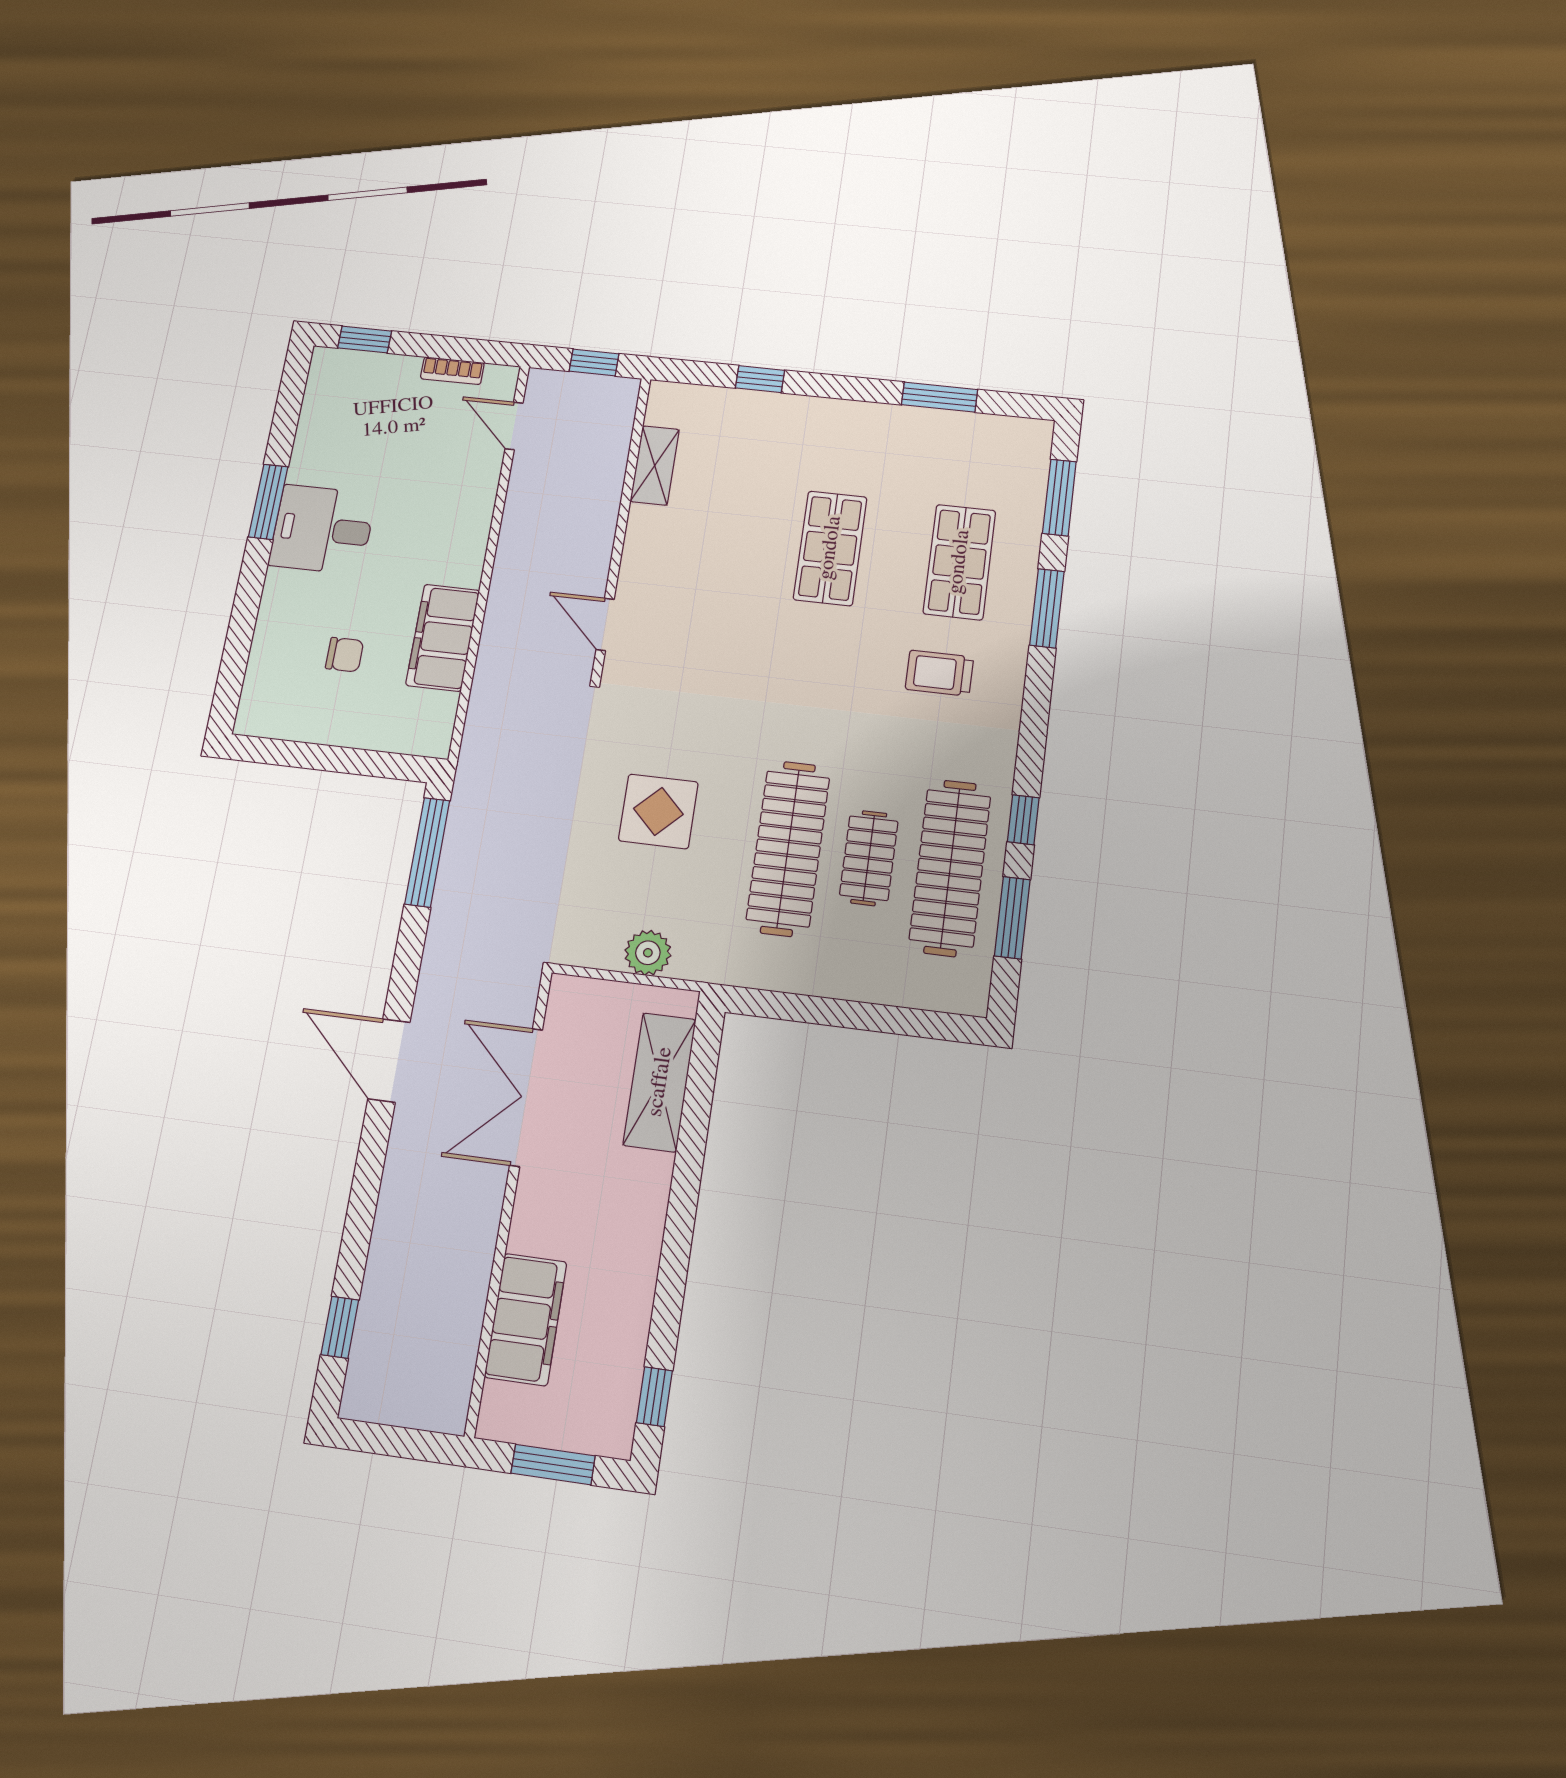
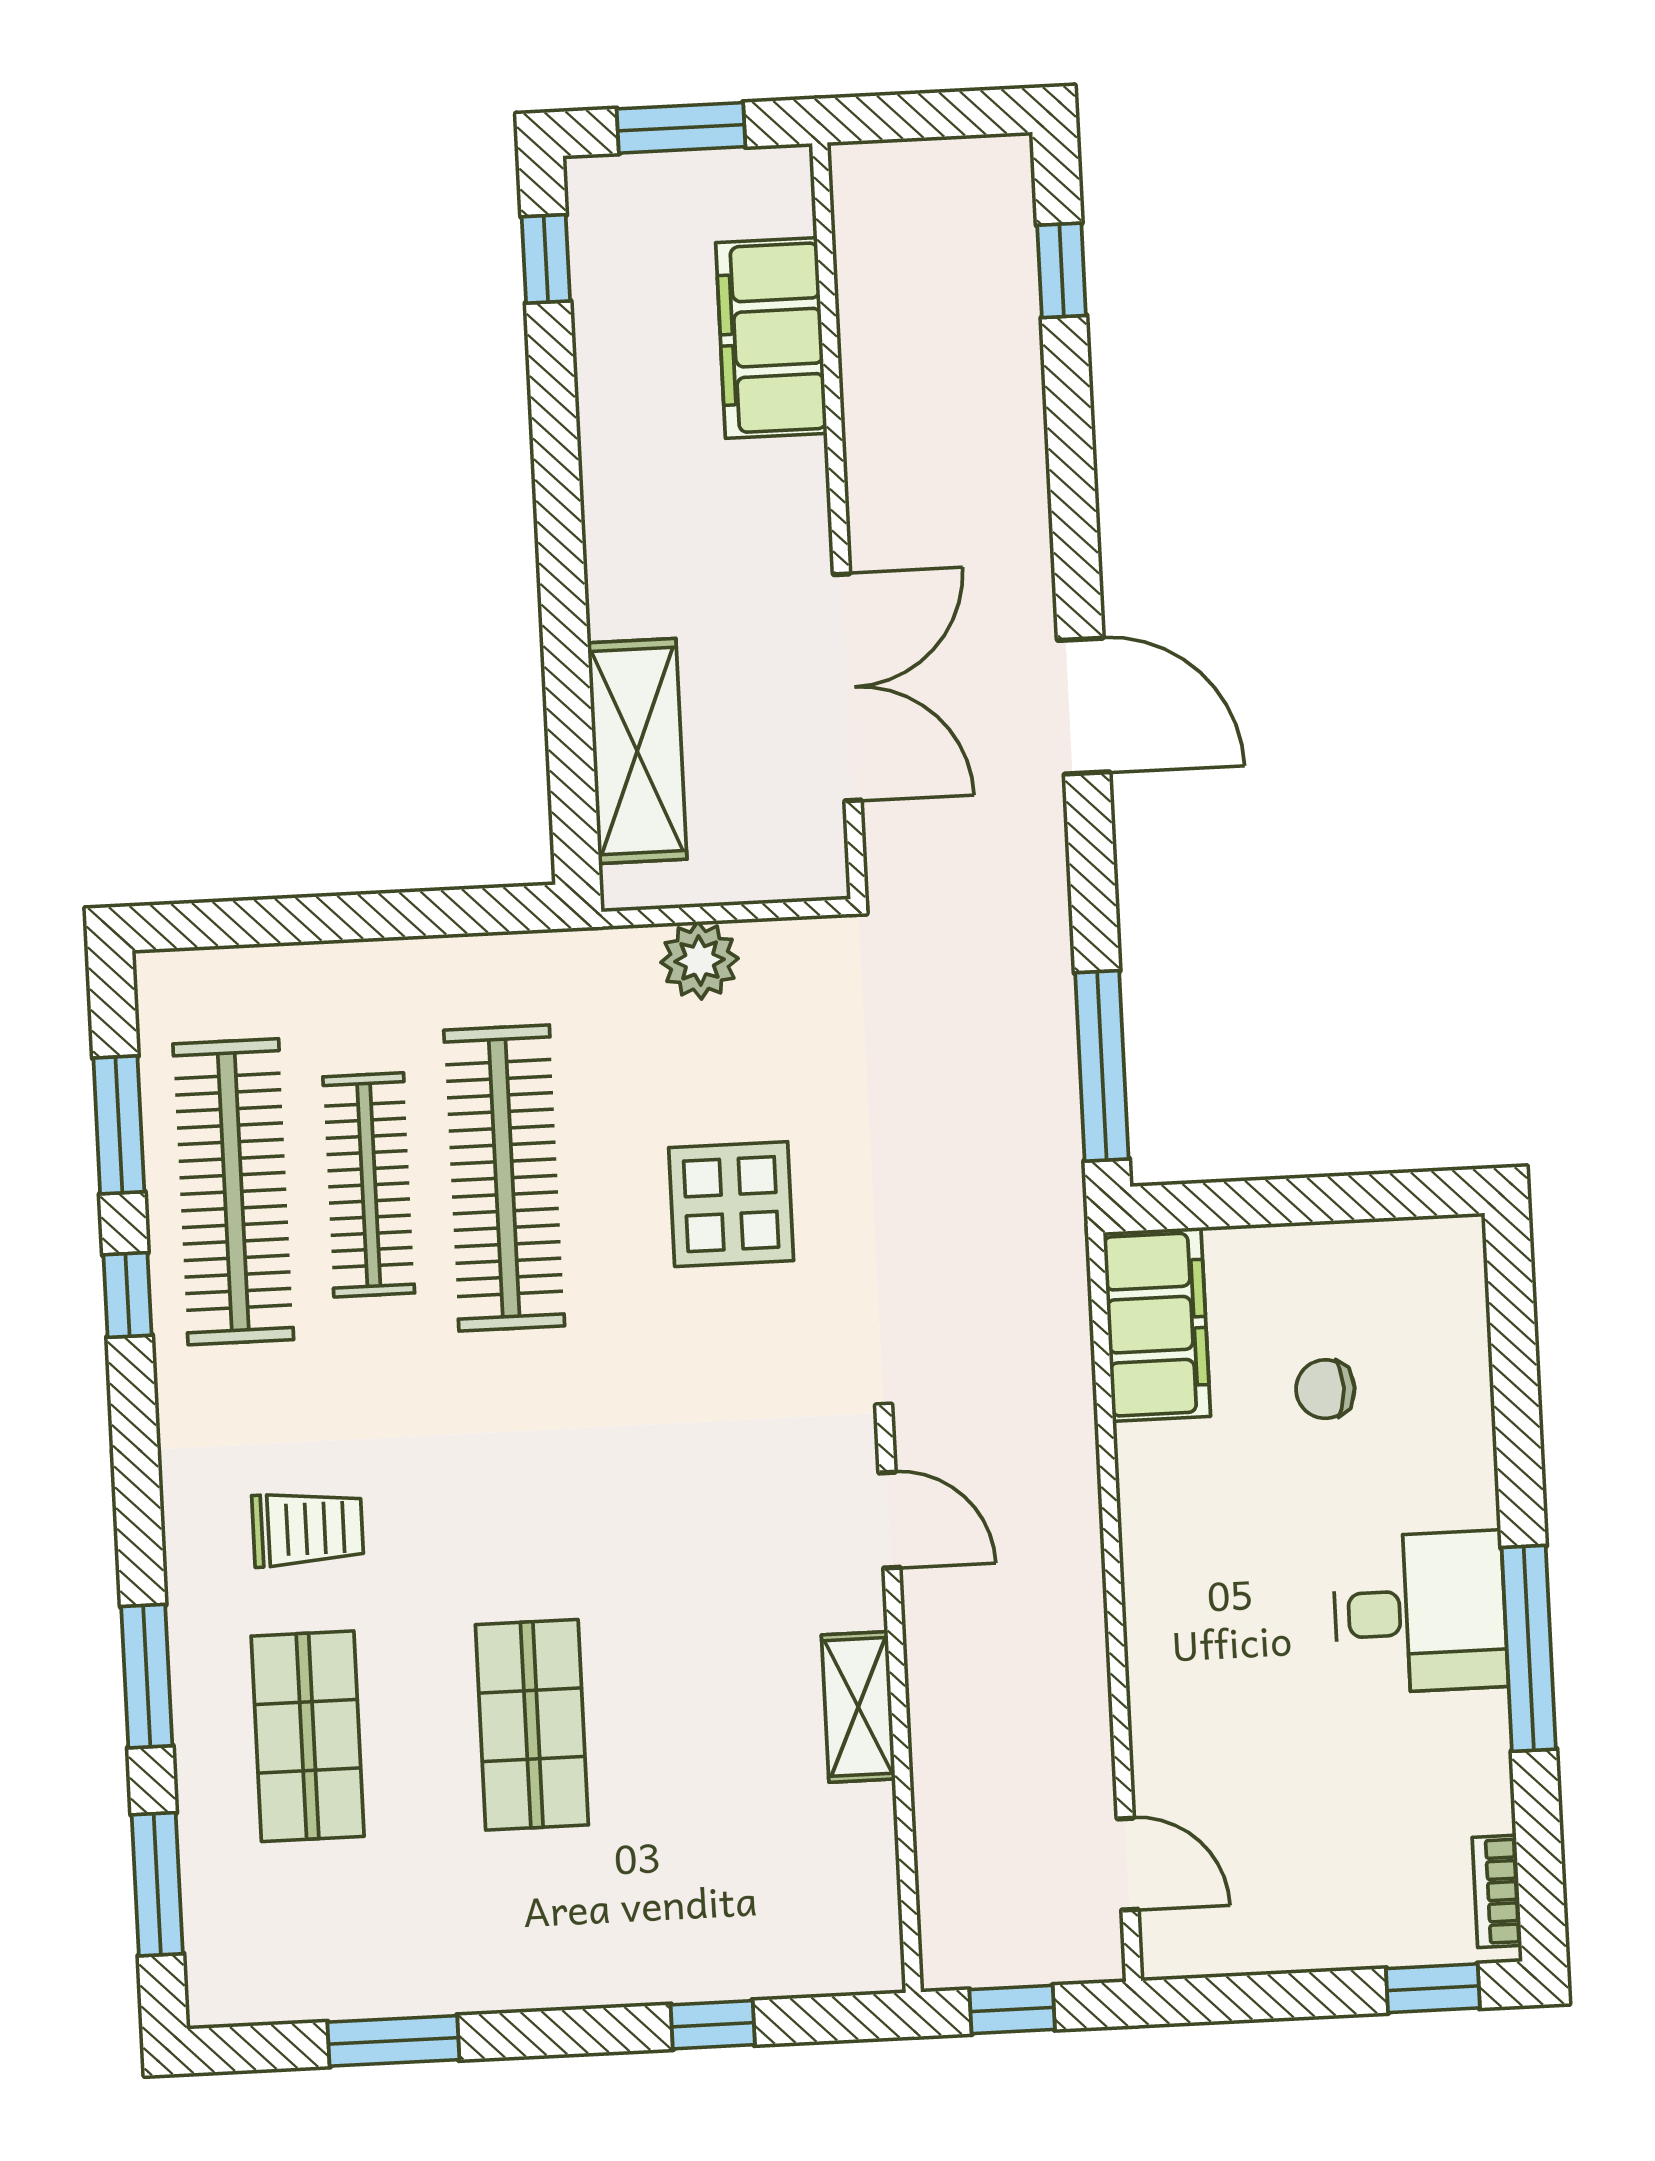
bookcase: (452, 371) -> (1497, 1891), moved, turned -90
shelving: (655, 465) -> (858, 1707), moved
window: (268, 502) -> (1529, 1648), width x1.44
filing cabinet: (443, 638) -> (1157, 1324), moved
clothes rail: (869, 858) -> (369, 1185), width x1.36

